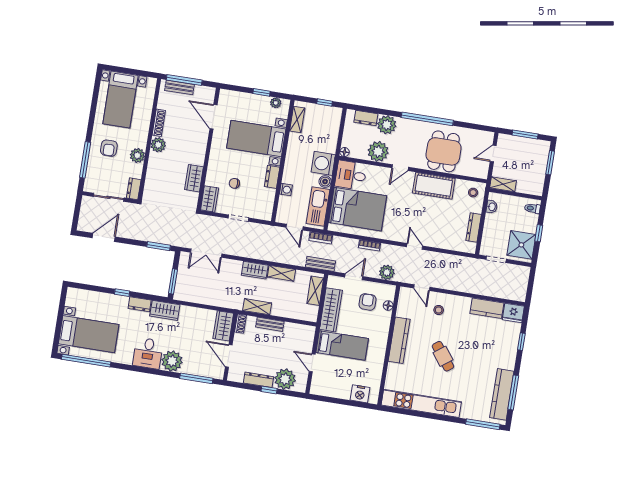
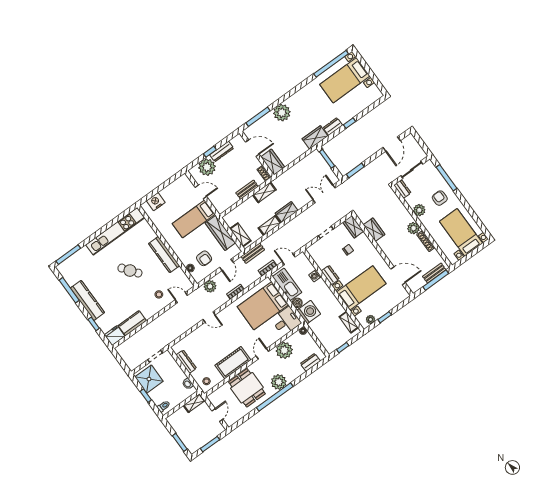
plant: (387, 125) -> (279, 382), moved
desk: (148, 353) -> (300, 103), removed
kitchen counter: (502, 394) -> (87, 300), moved

